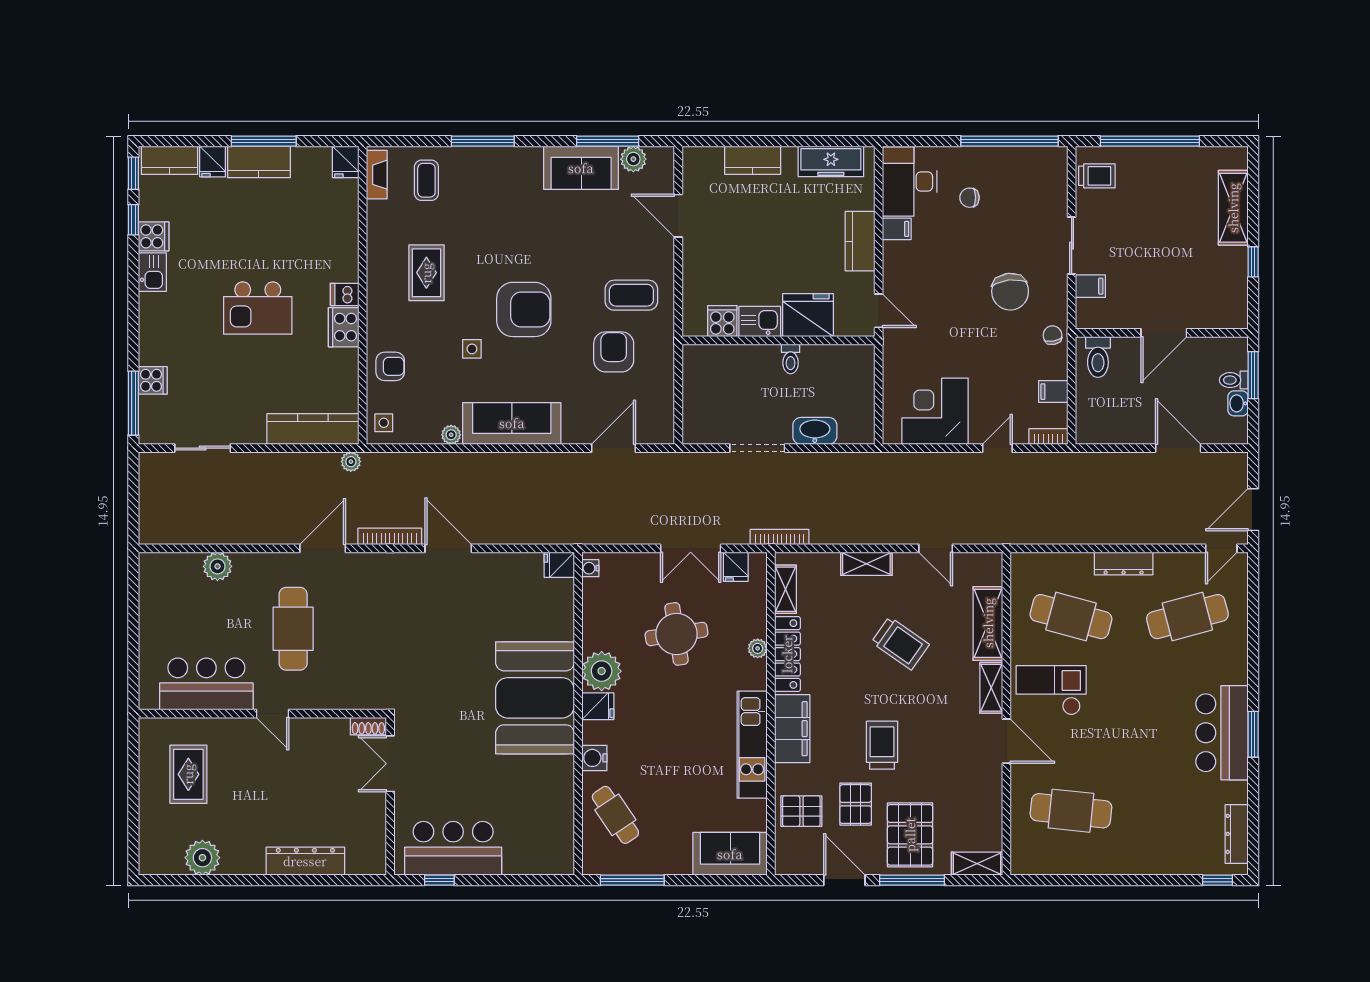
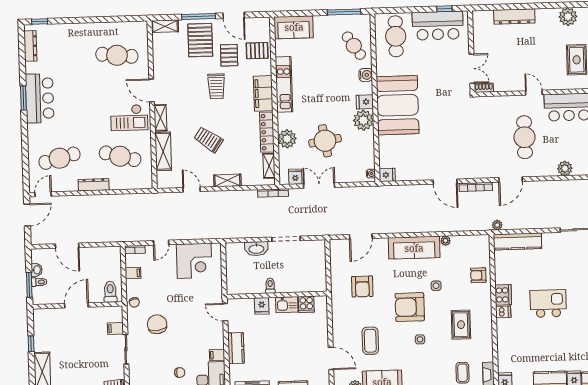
coffee table: (631, 295) -> (370, 341), moved, turned 90
fridge: (808, 315) -> (262, 306), width x0.53, depth x0.75
side table: (384, 423) -> (420, 339), moved
plant: (758, 648) -> (287, 139), width x1.88, depth x1.88
cafe table: (534, 830) -> (396, 36), added

